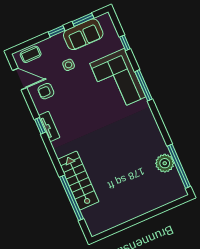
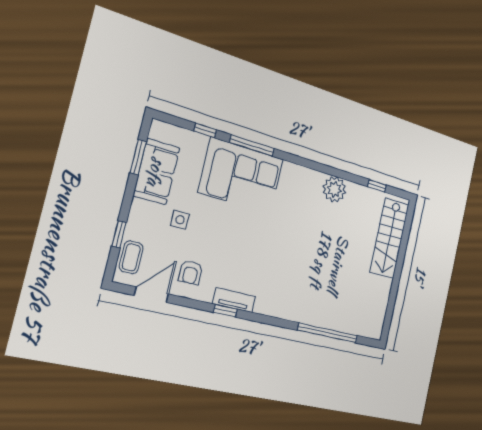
window: (56, 31) -> (119, 234), moved
window: (143, 85) -> (252, 146), moved
plant: (165, 163) -> (334, 189), moved
window: (179, 166) -> (377, 186), width x0.32
stairs: (78, 181) -> (389, 238), moved, turned -90

